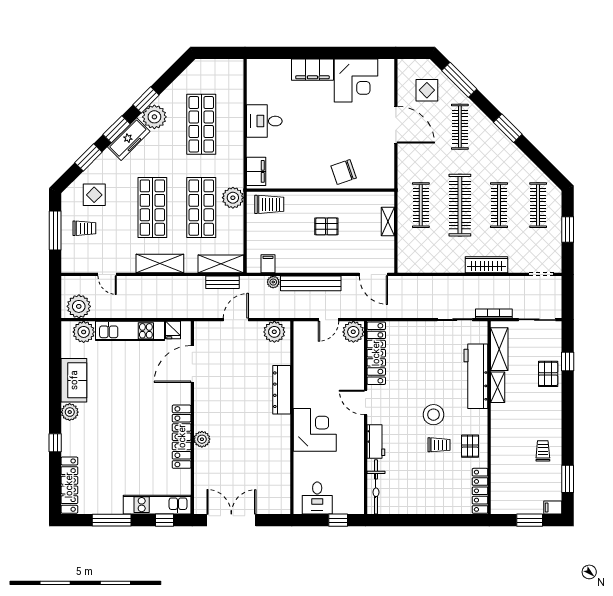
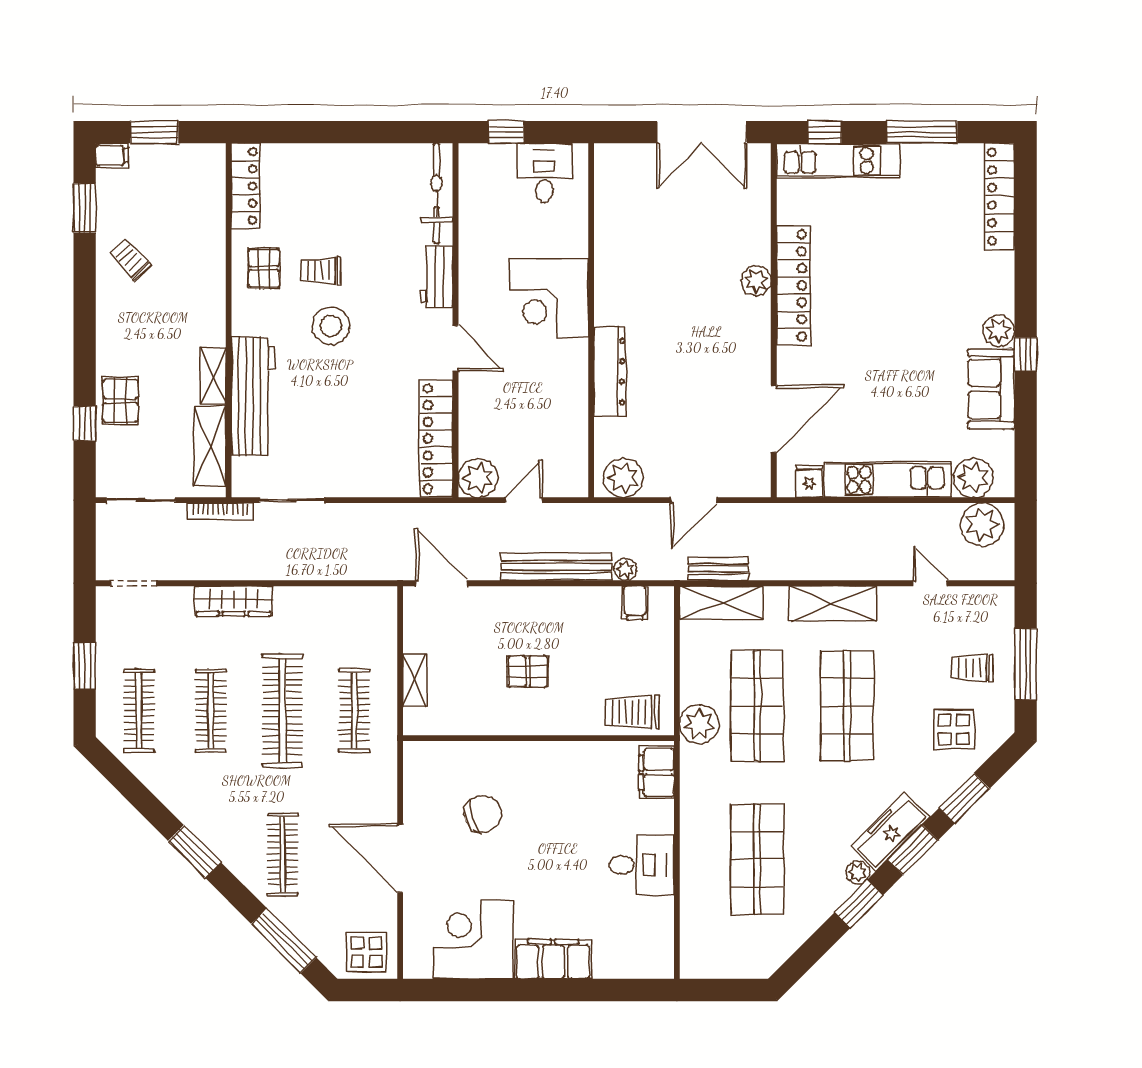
display table: (427, 90) -> (366, 952), moved
plant: (154, 117) -> (858, 873), width x0.53, depth x0.53
chair: (344, 172) -> (483, 814), moved
window: (55, 443) -> (1026, 354), moved
trolley: (543, 451) -> (130, 259), turned 137

